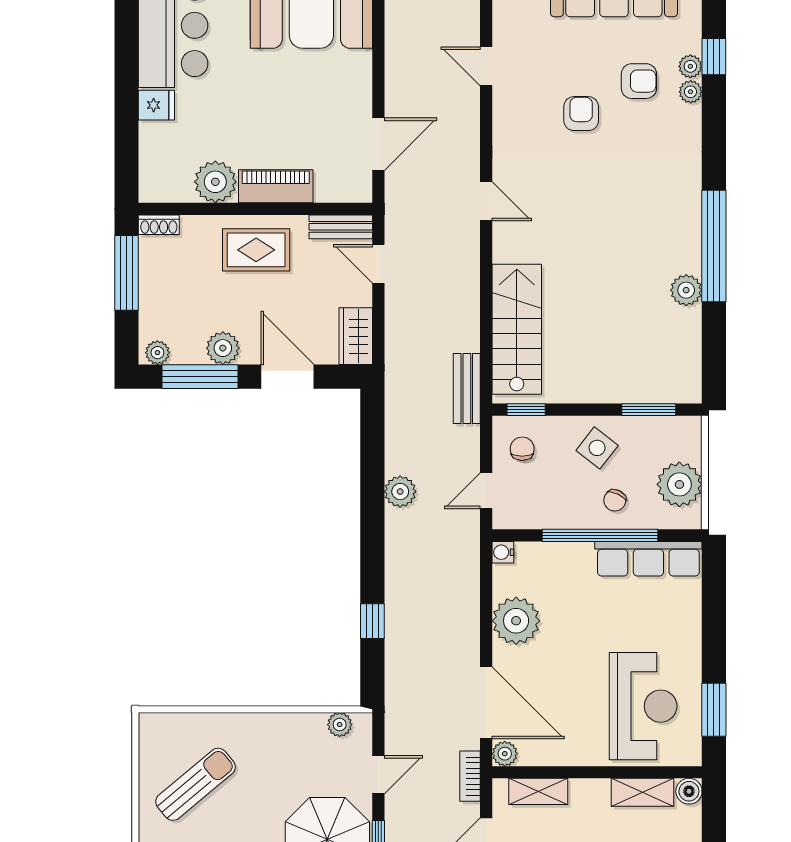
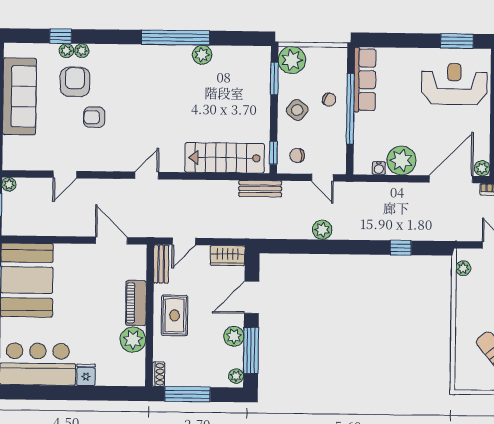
armchair: (639, 81) -> (75, 82), width x1.38, depth x1.38
plant: (679, 484) -> (292, 60), moved
water cooler: (503, 552) -> (379, 168), moved

